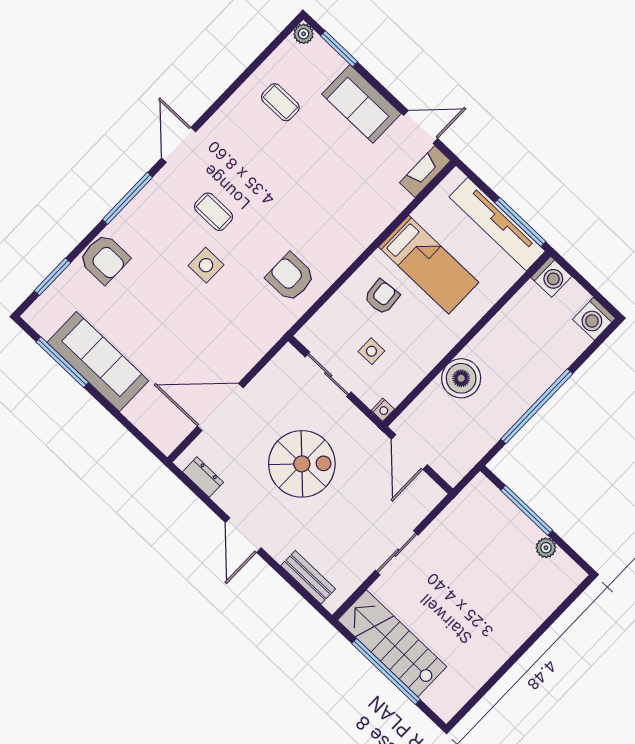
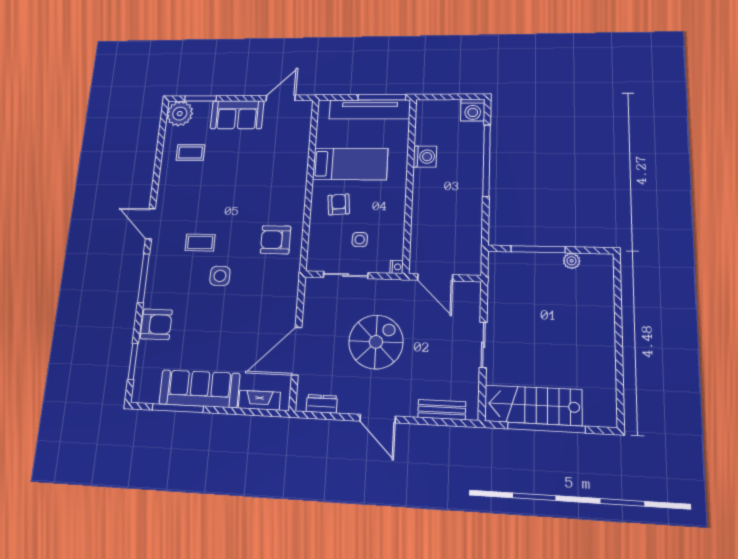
plant: (304, 34) -> (180, 114), width x1.87, depth x1.87
fireplace: (425, 172) -> (259, 400), moved, turned 90
washing machine: (551, 277) -> (425, 157), moved
boiler: (461, 378) -> (427, 209), removed
window: (537, 406) -> (487, 160), moved

